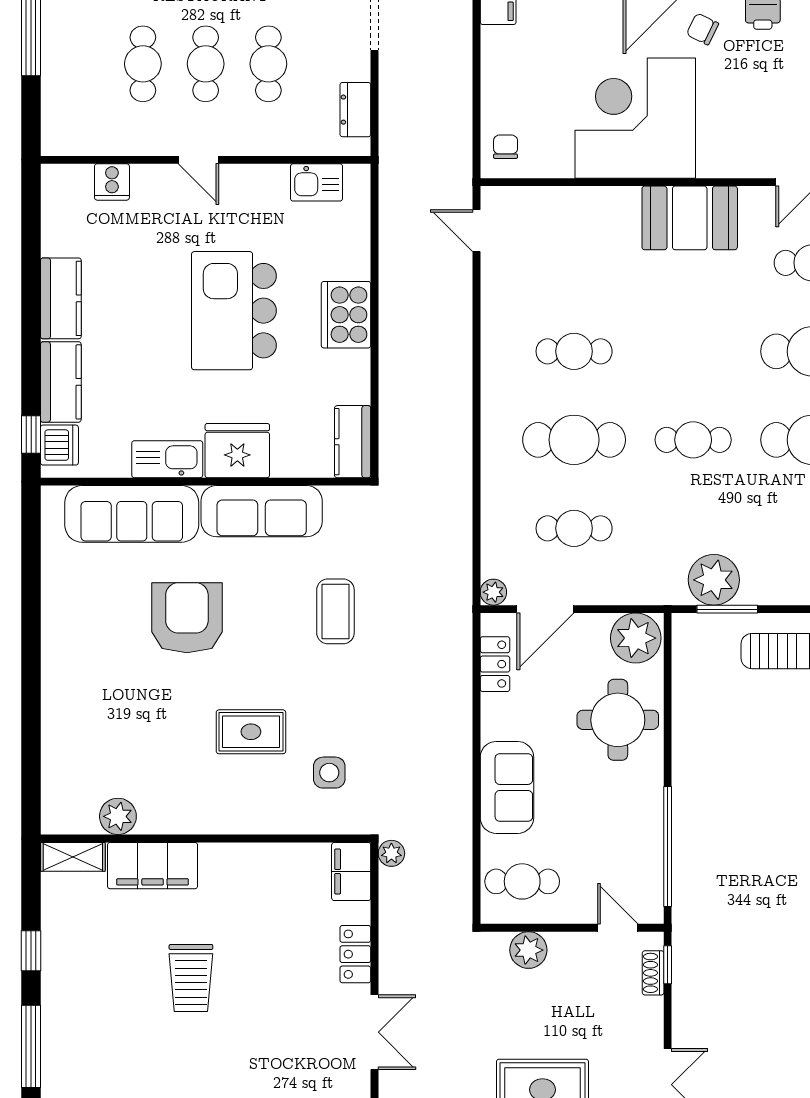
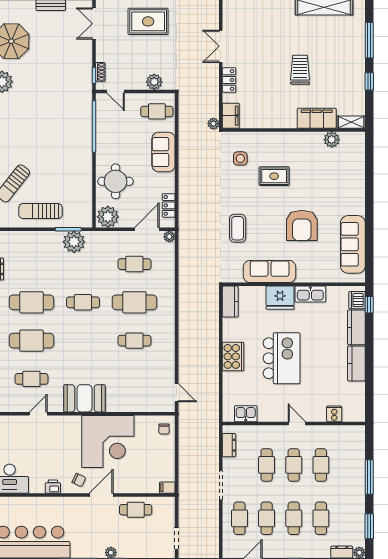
sofa: (132, 514) -> (353, 244), moved, turned -90

